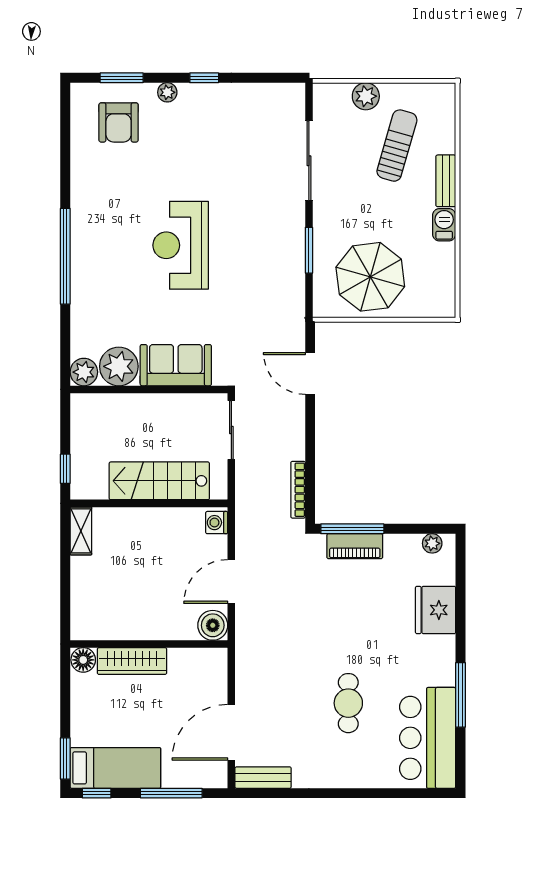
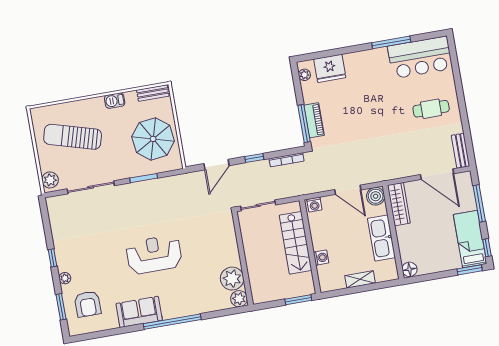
plant: (366, 96) -> (50, 180), moved
armchair: (119, 122) -> (88, 304), turned 90
sun lounger: (397, 146) -> (73, 137), width x1.36, depth x1.34
bench: (446, 181) -> (153, 93), moved
reception desk: (181, 245) -> (154, 255), turned 180
sofa: (176, 365) -> (139, 312), moved, turned 90
window: (310, 437) -> (254, 158), added
window: (65, 469) -> (298, 300), width x1.50
washing machine: (128, 518) -> (321, 258), added
shelving: (81, 531) -> (360, 279), moved
fridge: (436, 610) -> (330, 68), moved
kitchen sink: (143, 623) -> (381, 238), added
wardrobe: (132, 661) -> (399, 204), moved
cafe table: (348, 703) -> (431, 109), moved

